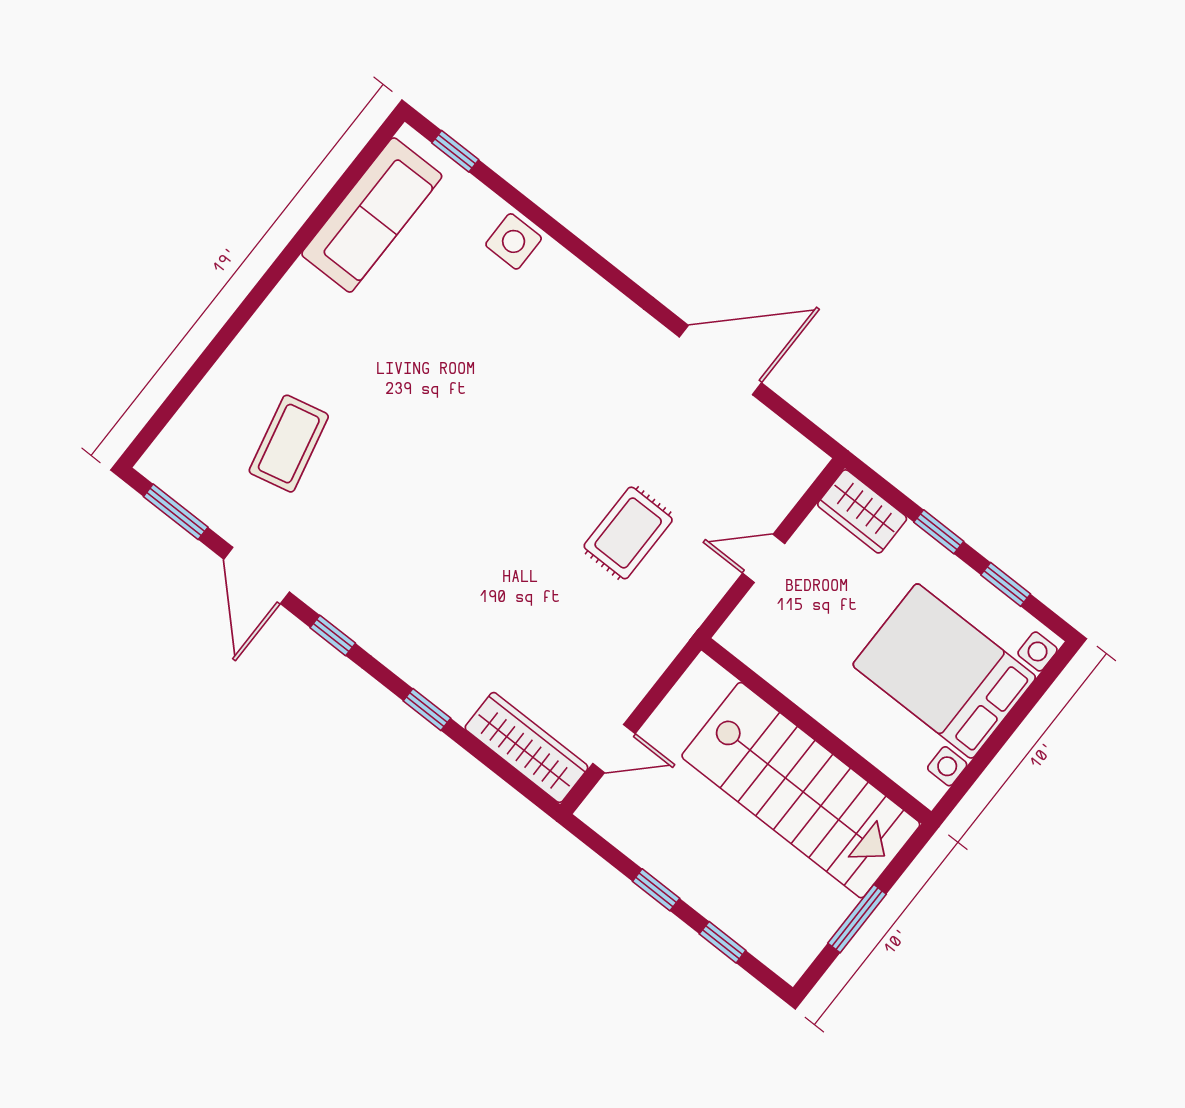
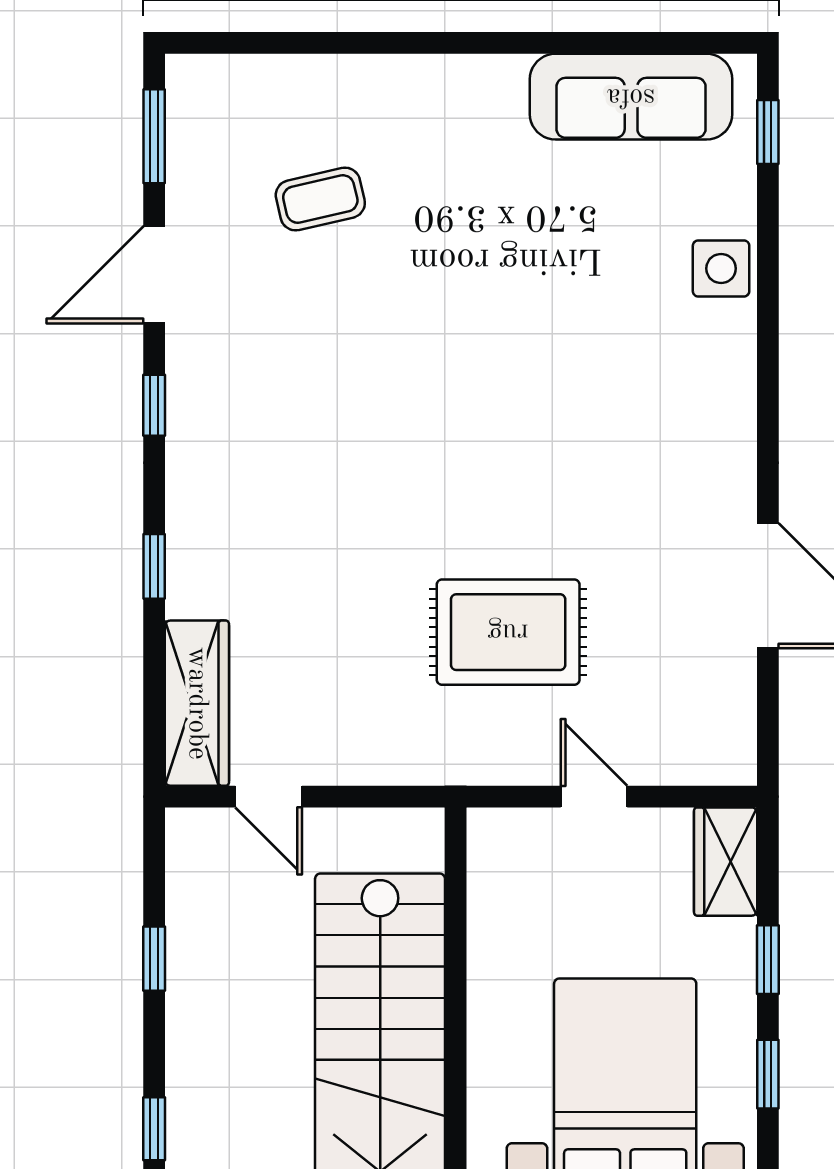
coffee table: (289, 444) -> (320, 199), width x0.73, depth x0.77
rug: (628, 533) -> (508, 632), width x1.36, depth x1.43
window: (723, 942) -> (154, 1129), moved

